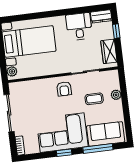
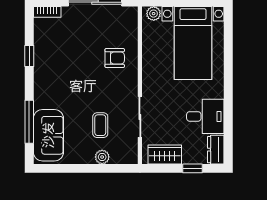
armchair: (64, 89) -> (115, 58), moved, turned 180
corner sofa: (62, 133) -> (58, 74), removed
window: (64, 153) -> (29, 56), moved

